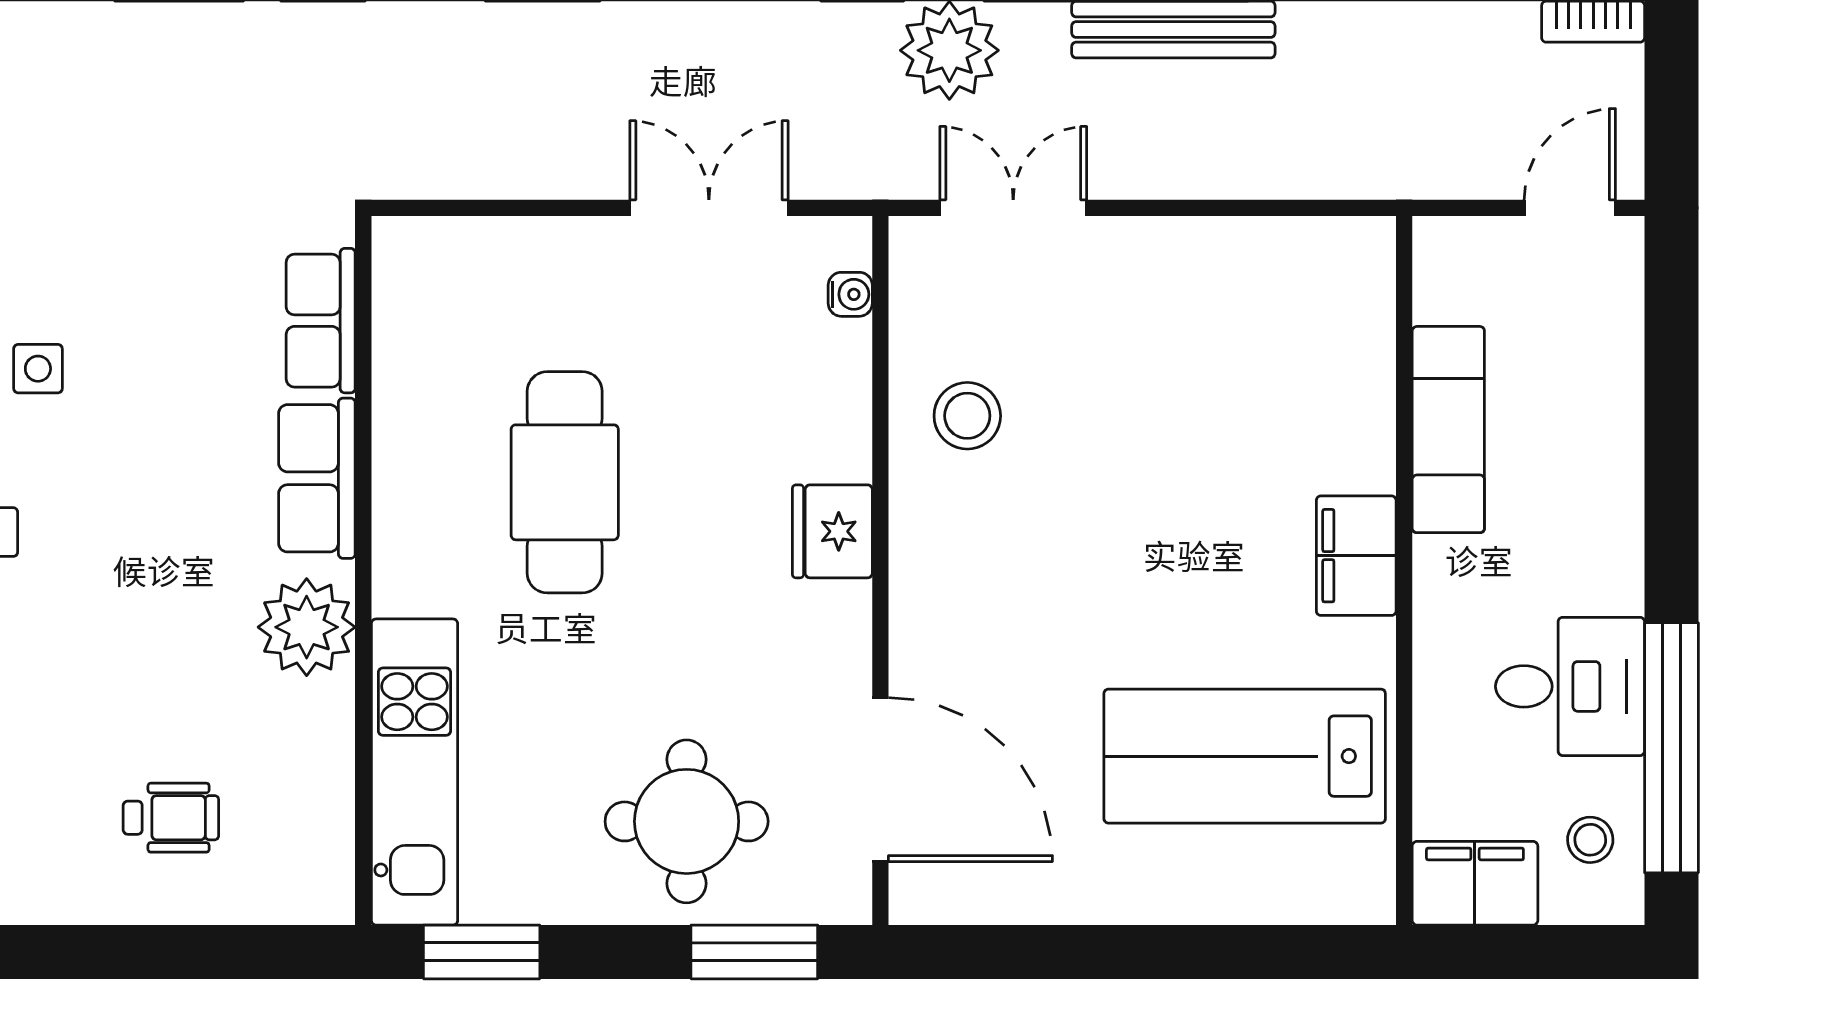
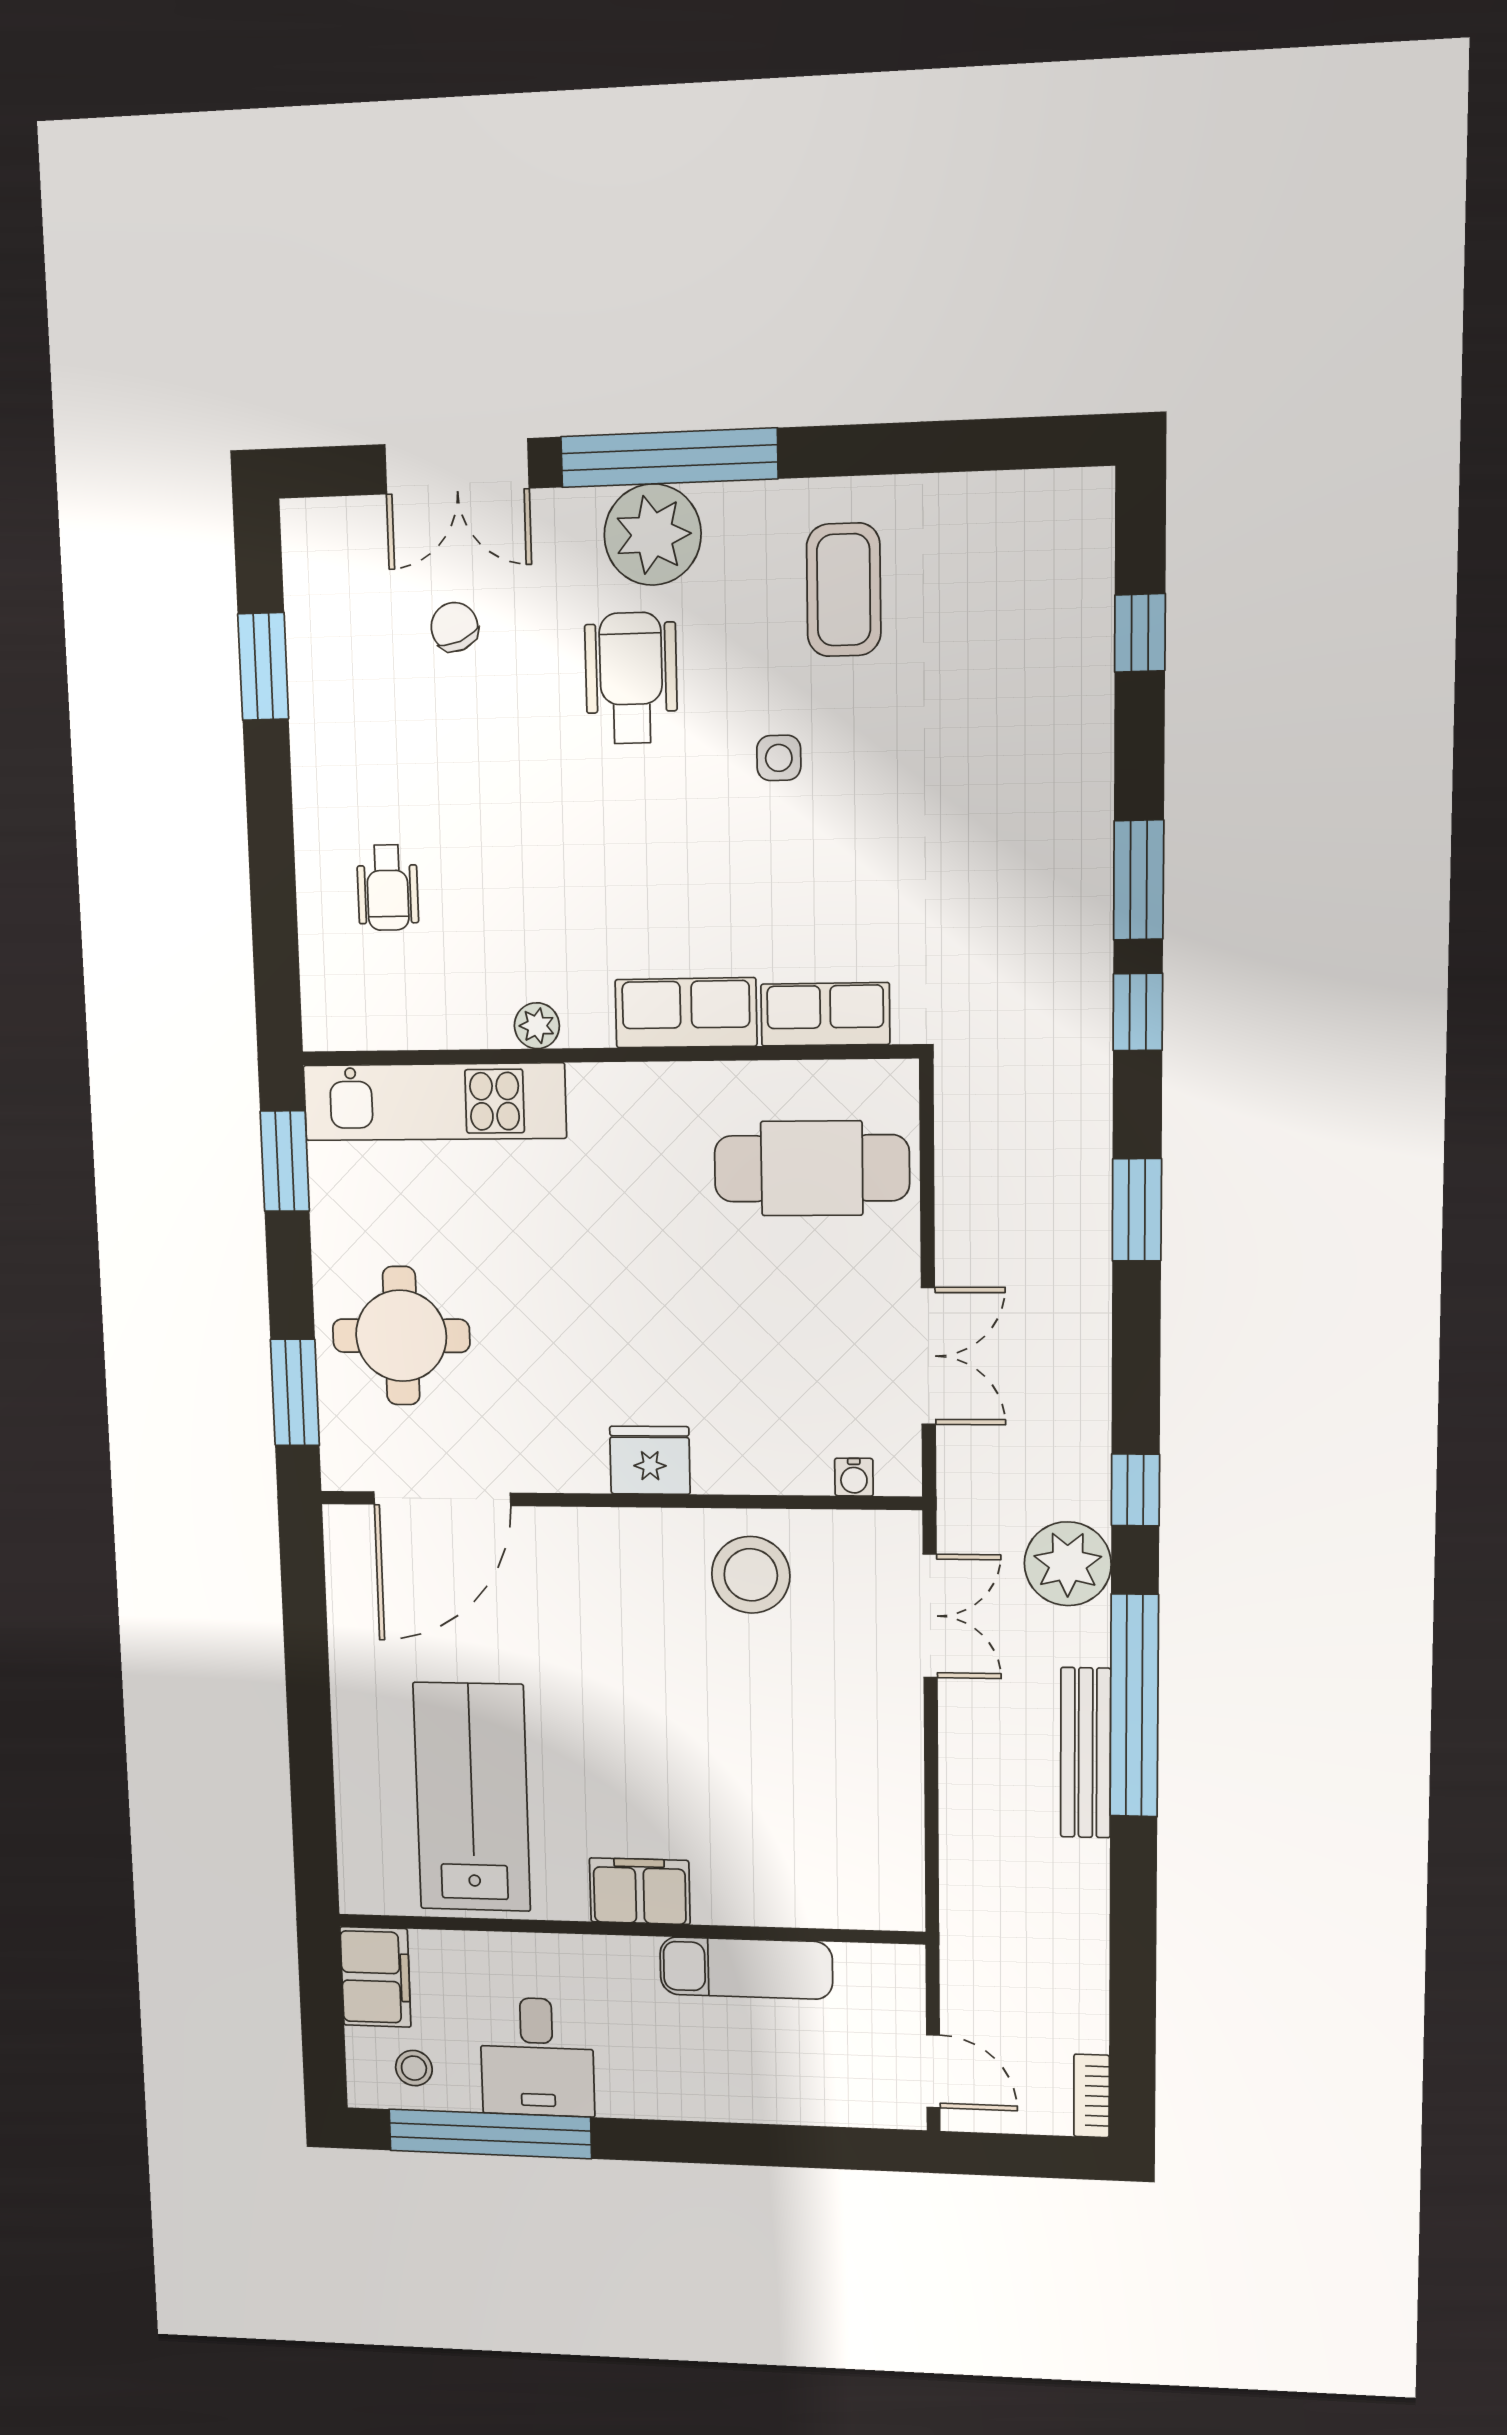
stool: (967, 416) -> (751, 1575), width x1.38, depth x1.38
cafe table: (565, 482) -> (812, 1168), moved
plant: (307, 627) -> (537, 1026), width x0.53, depth x0.53

